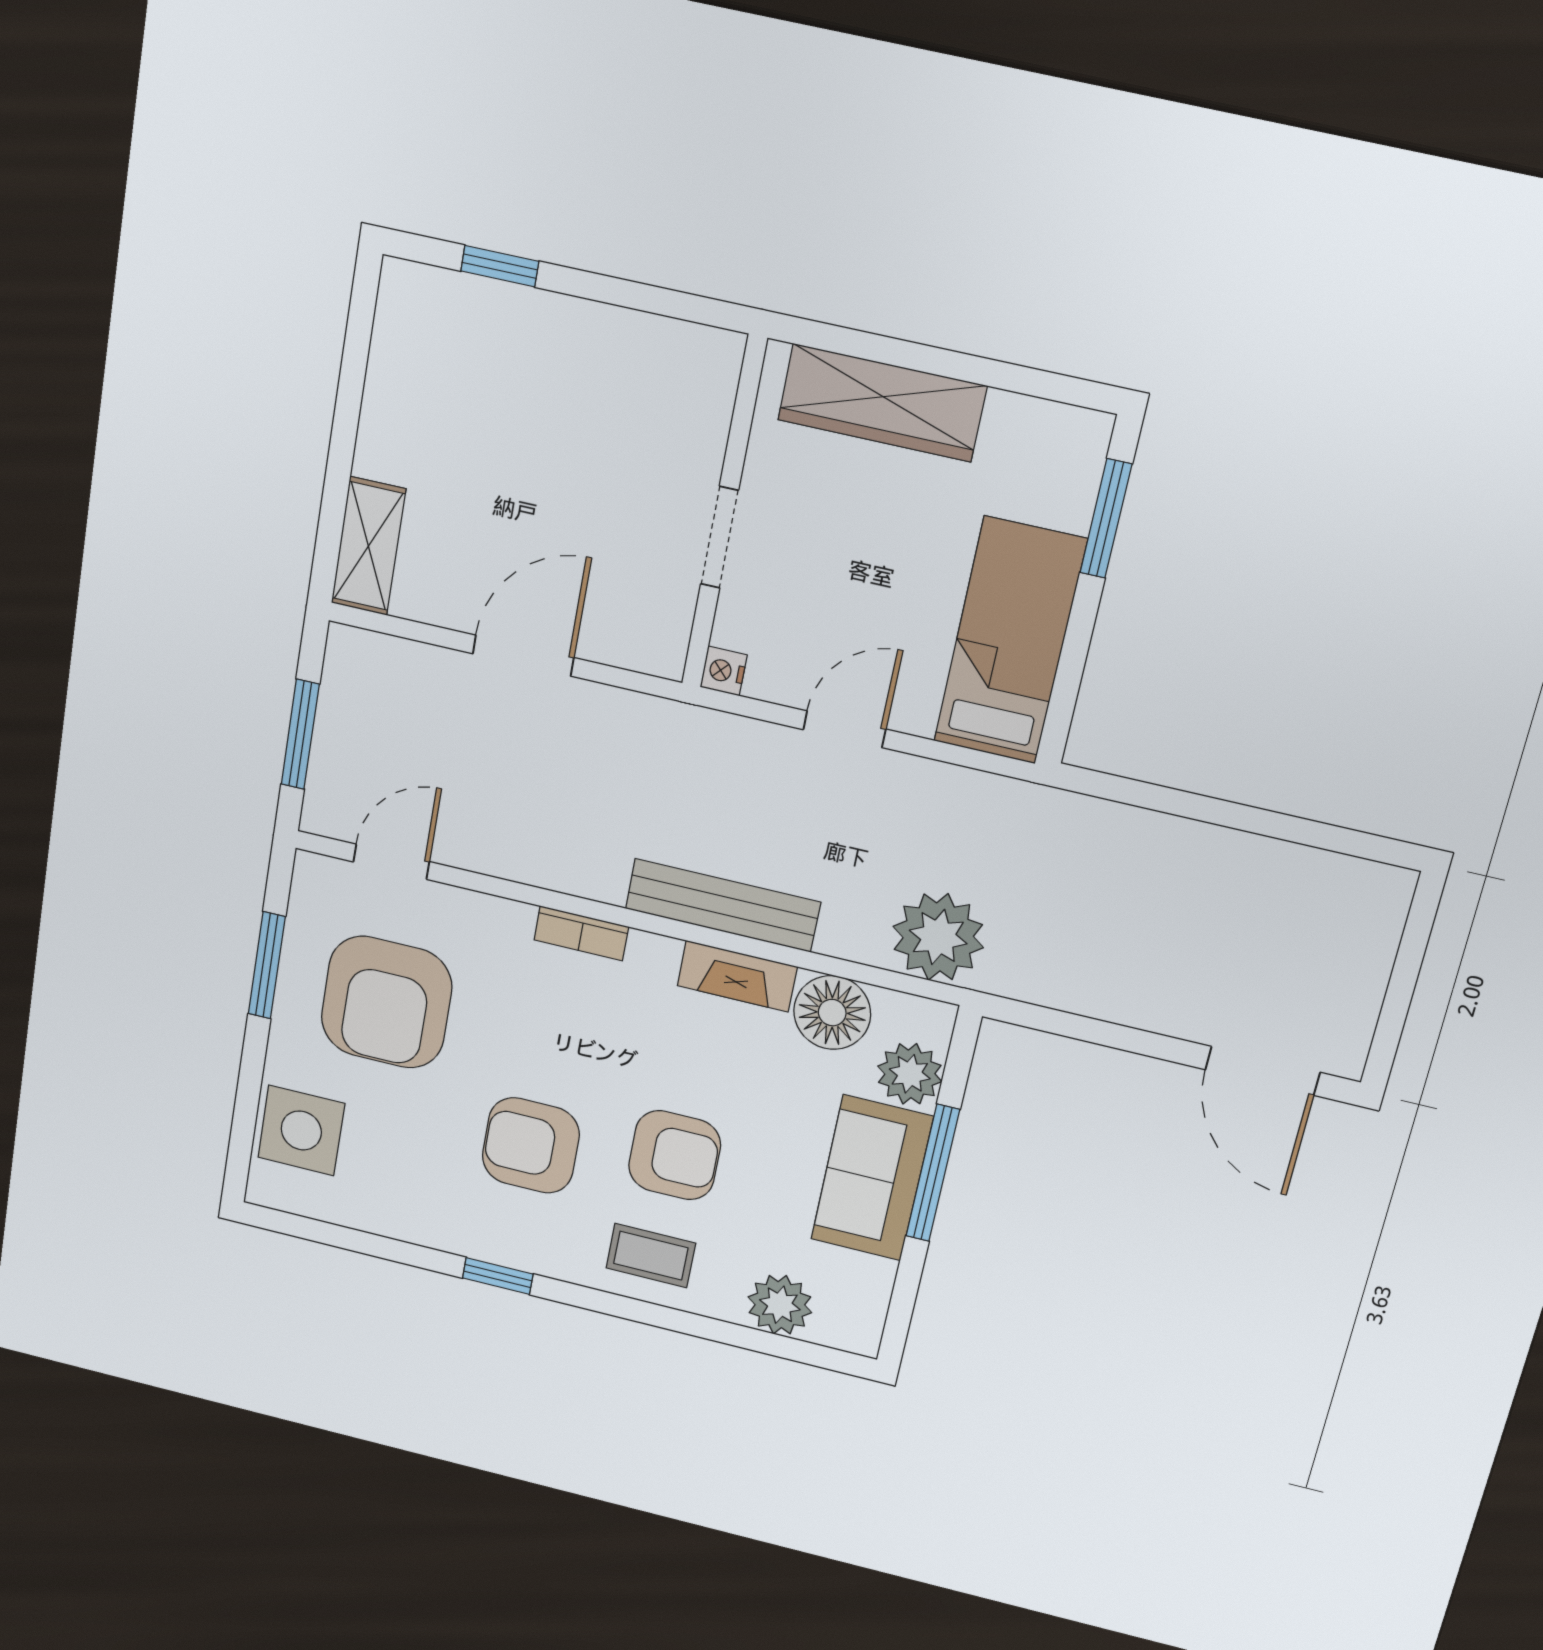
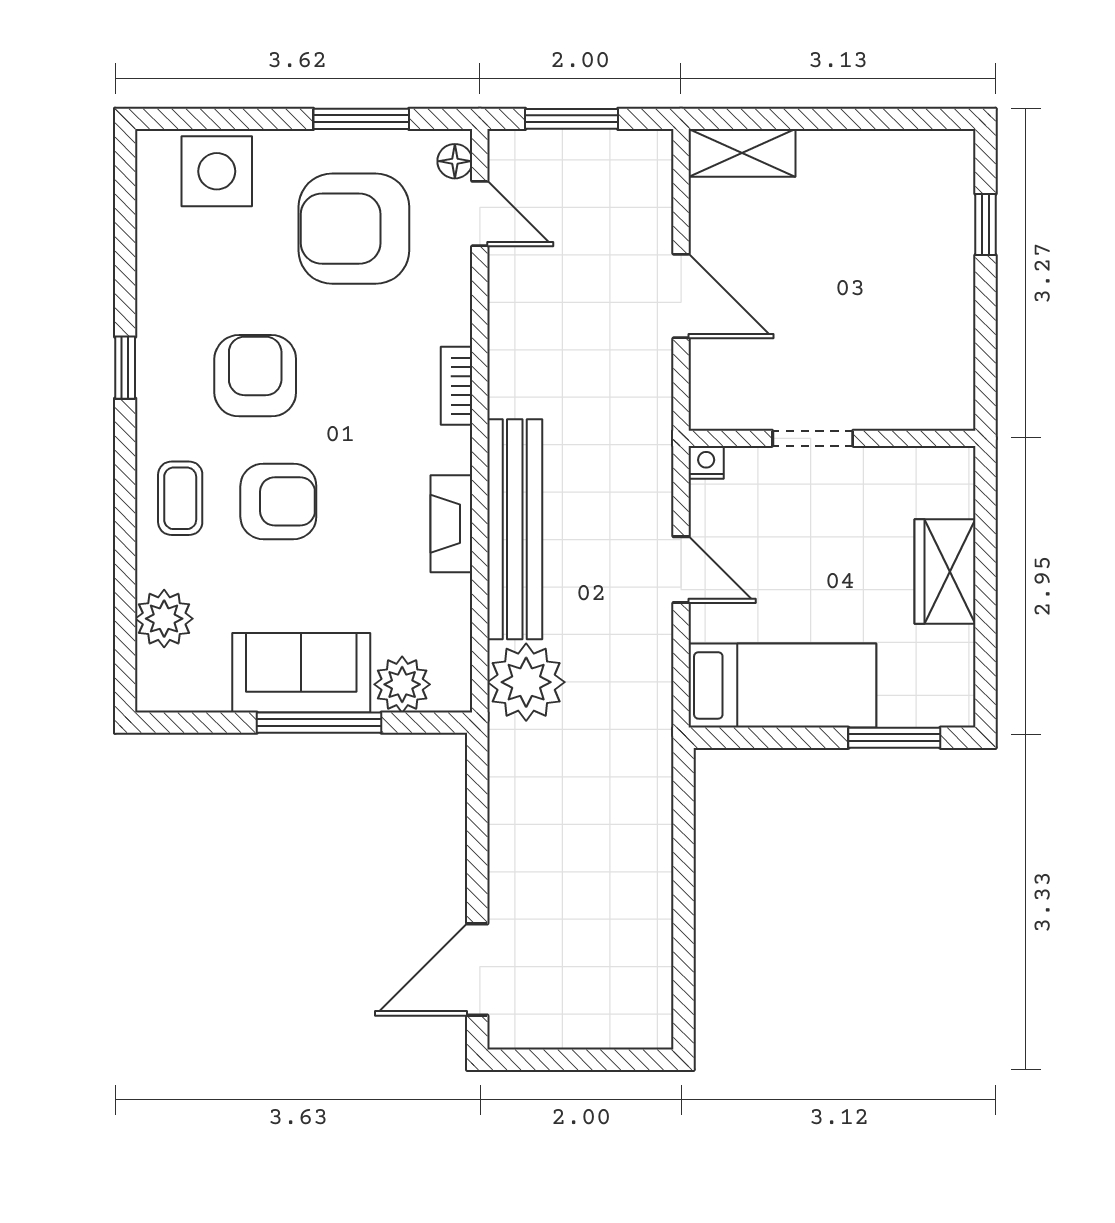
wardrobe: (882, 403) -> (945, 571), width x0.67
bench: (723, 905) -> (515, 529), width x1.37, depth x1.21
floor lamp: (832, 1013) -> (455, 161), moved, width x0.53, depth x0.53
armchair: (675, 1155) -> (278, 501), turned -90

